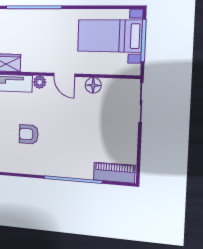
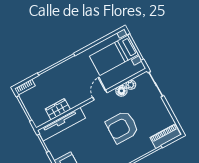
door: (64, 75) -> (100, 95), swing flipped
plant: (40, 82) -> (131, 85), moved
armchair: (29, 134) -> (122, 127), moved, width x1.88, depth x1.88

